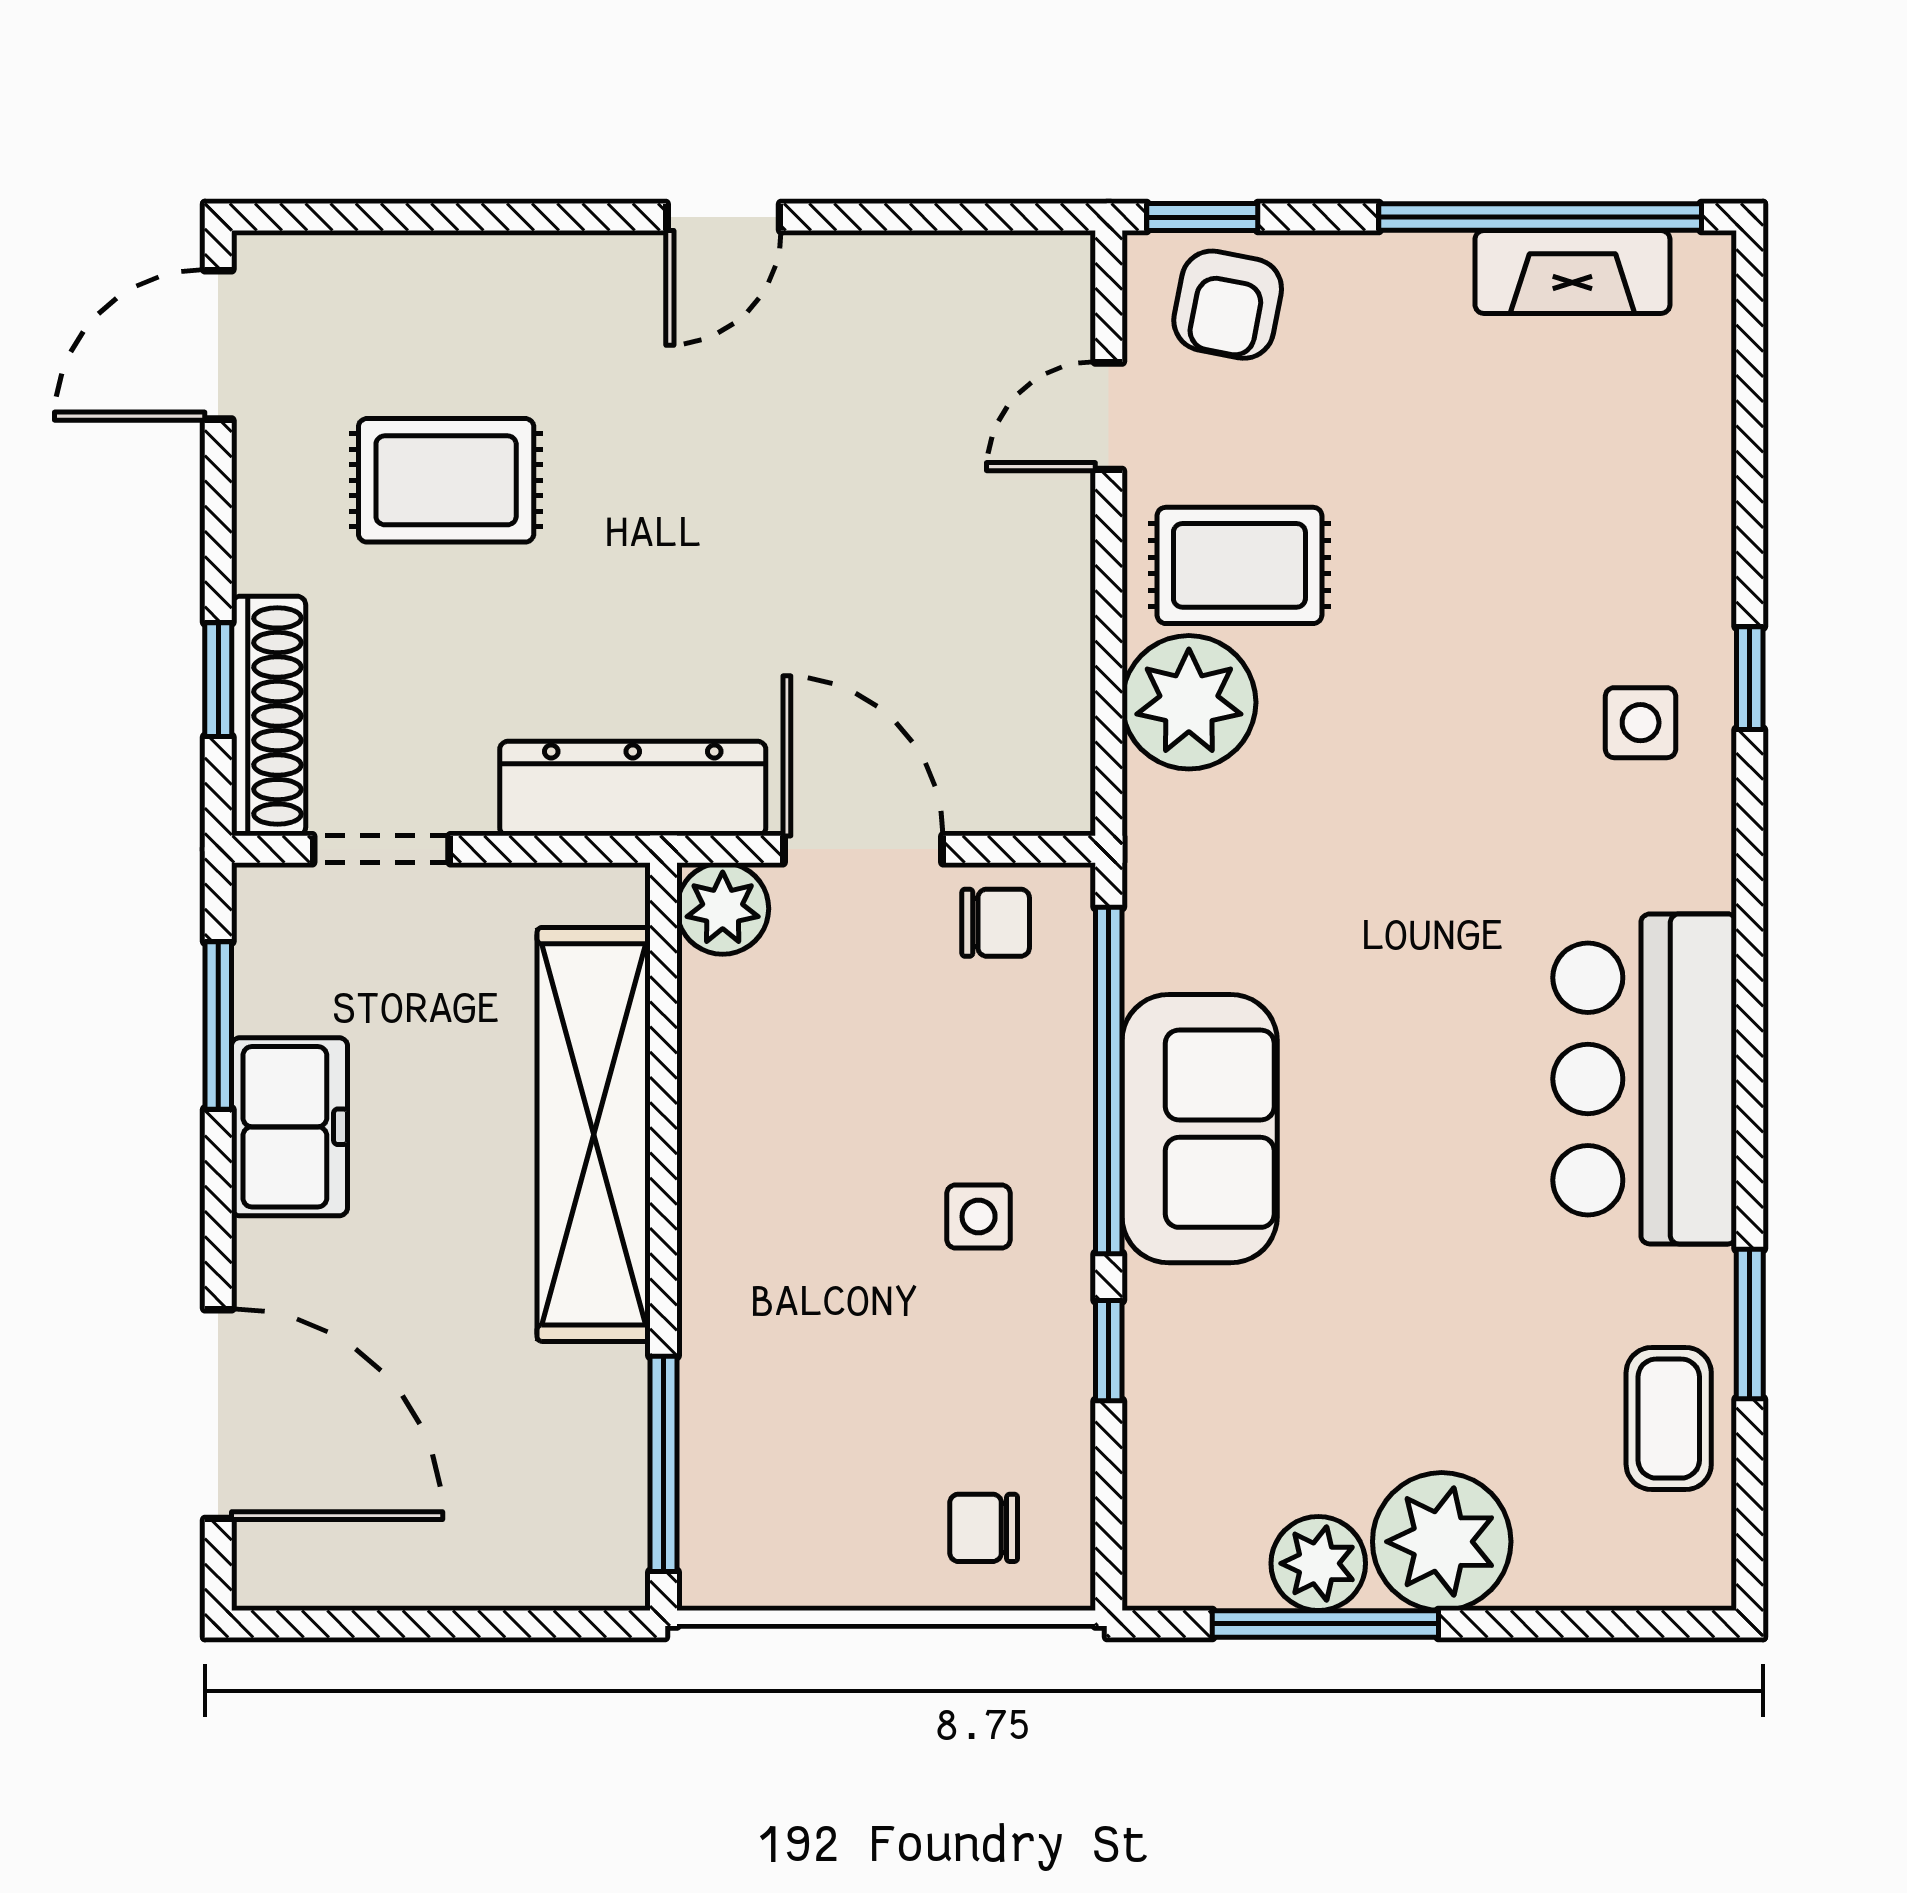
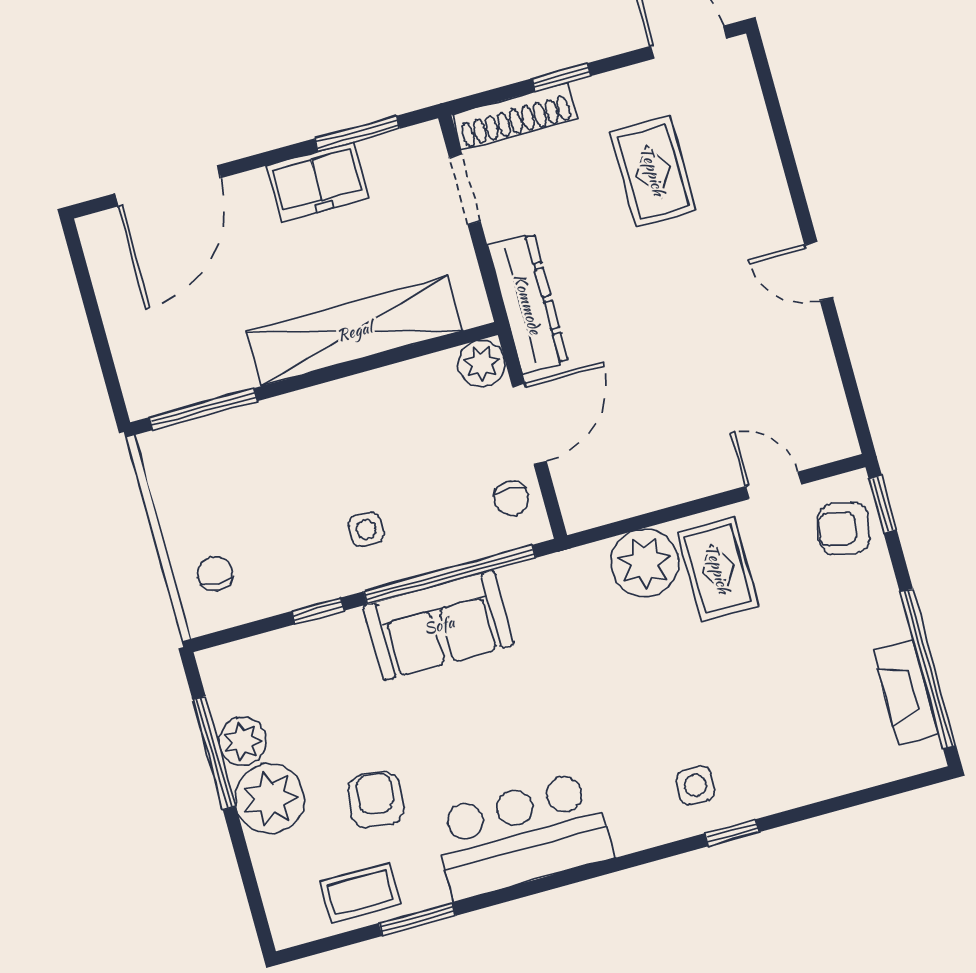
window: (218, 680) -> (561, 77), moved
armchair: (1500, 1340) -> (376, 800), added

